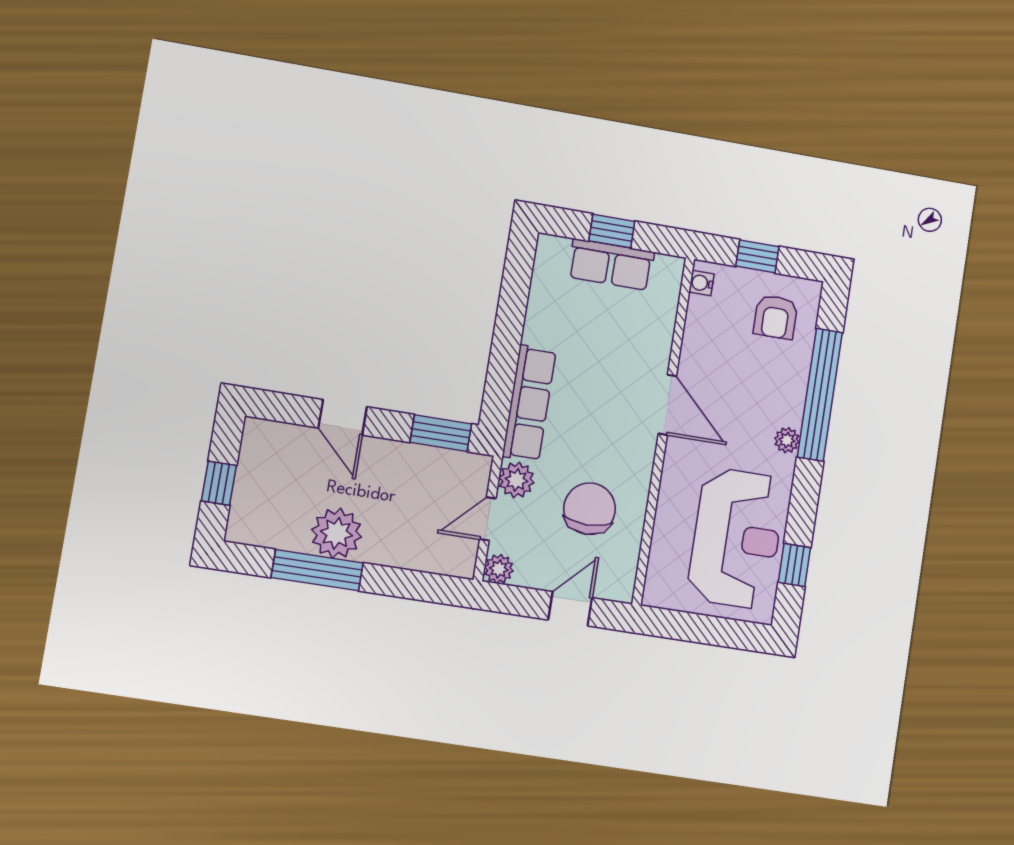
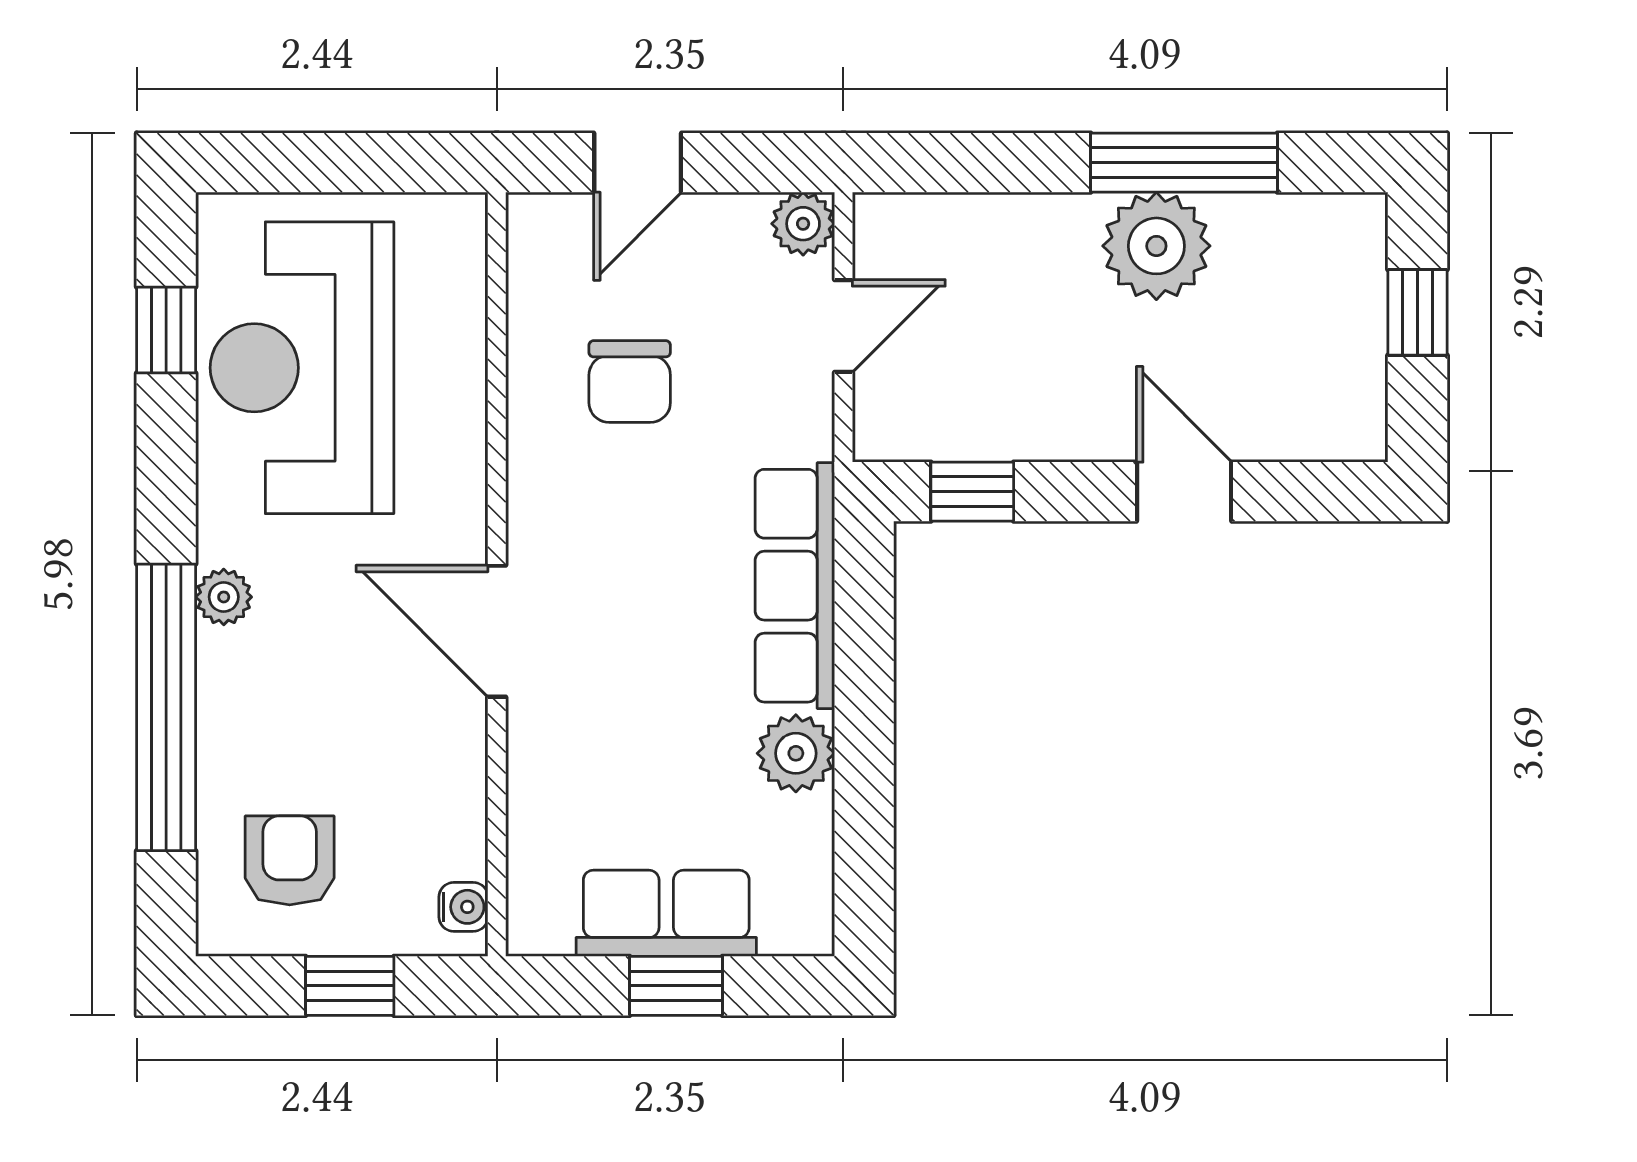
window: (441, 433) -> (972, 492), width x0.67
plant: (516, 480) -> (796, 753), moved
chair: (590, 509) -> (630, 381), width x0.73, depth x0.73

